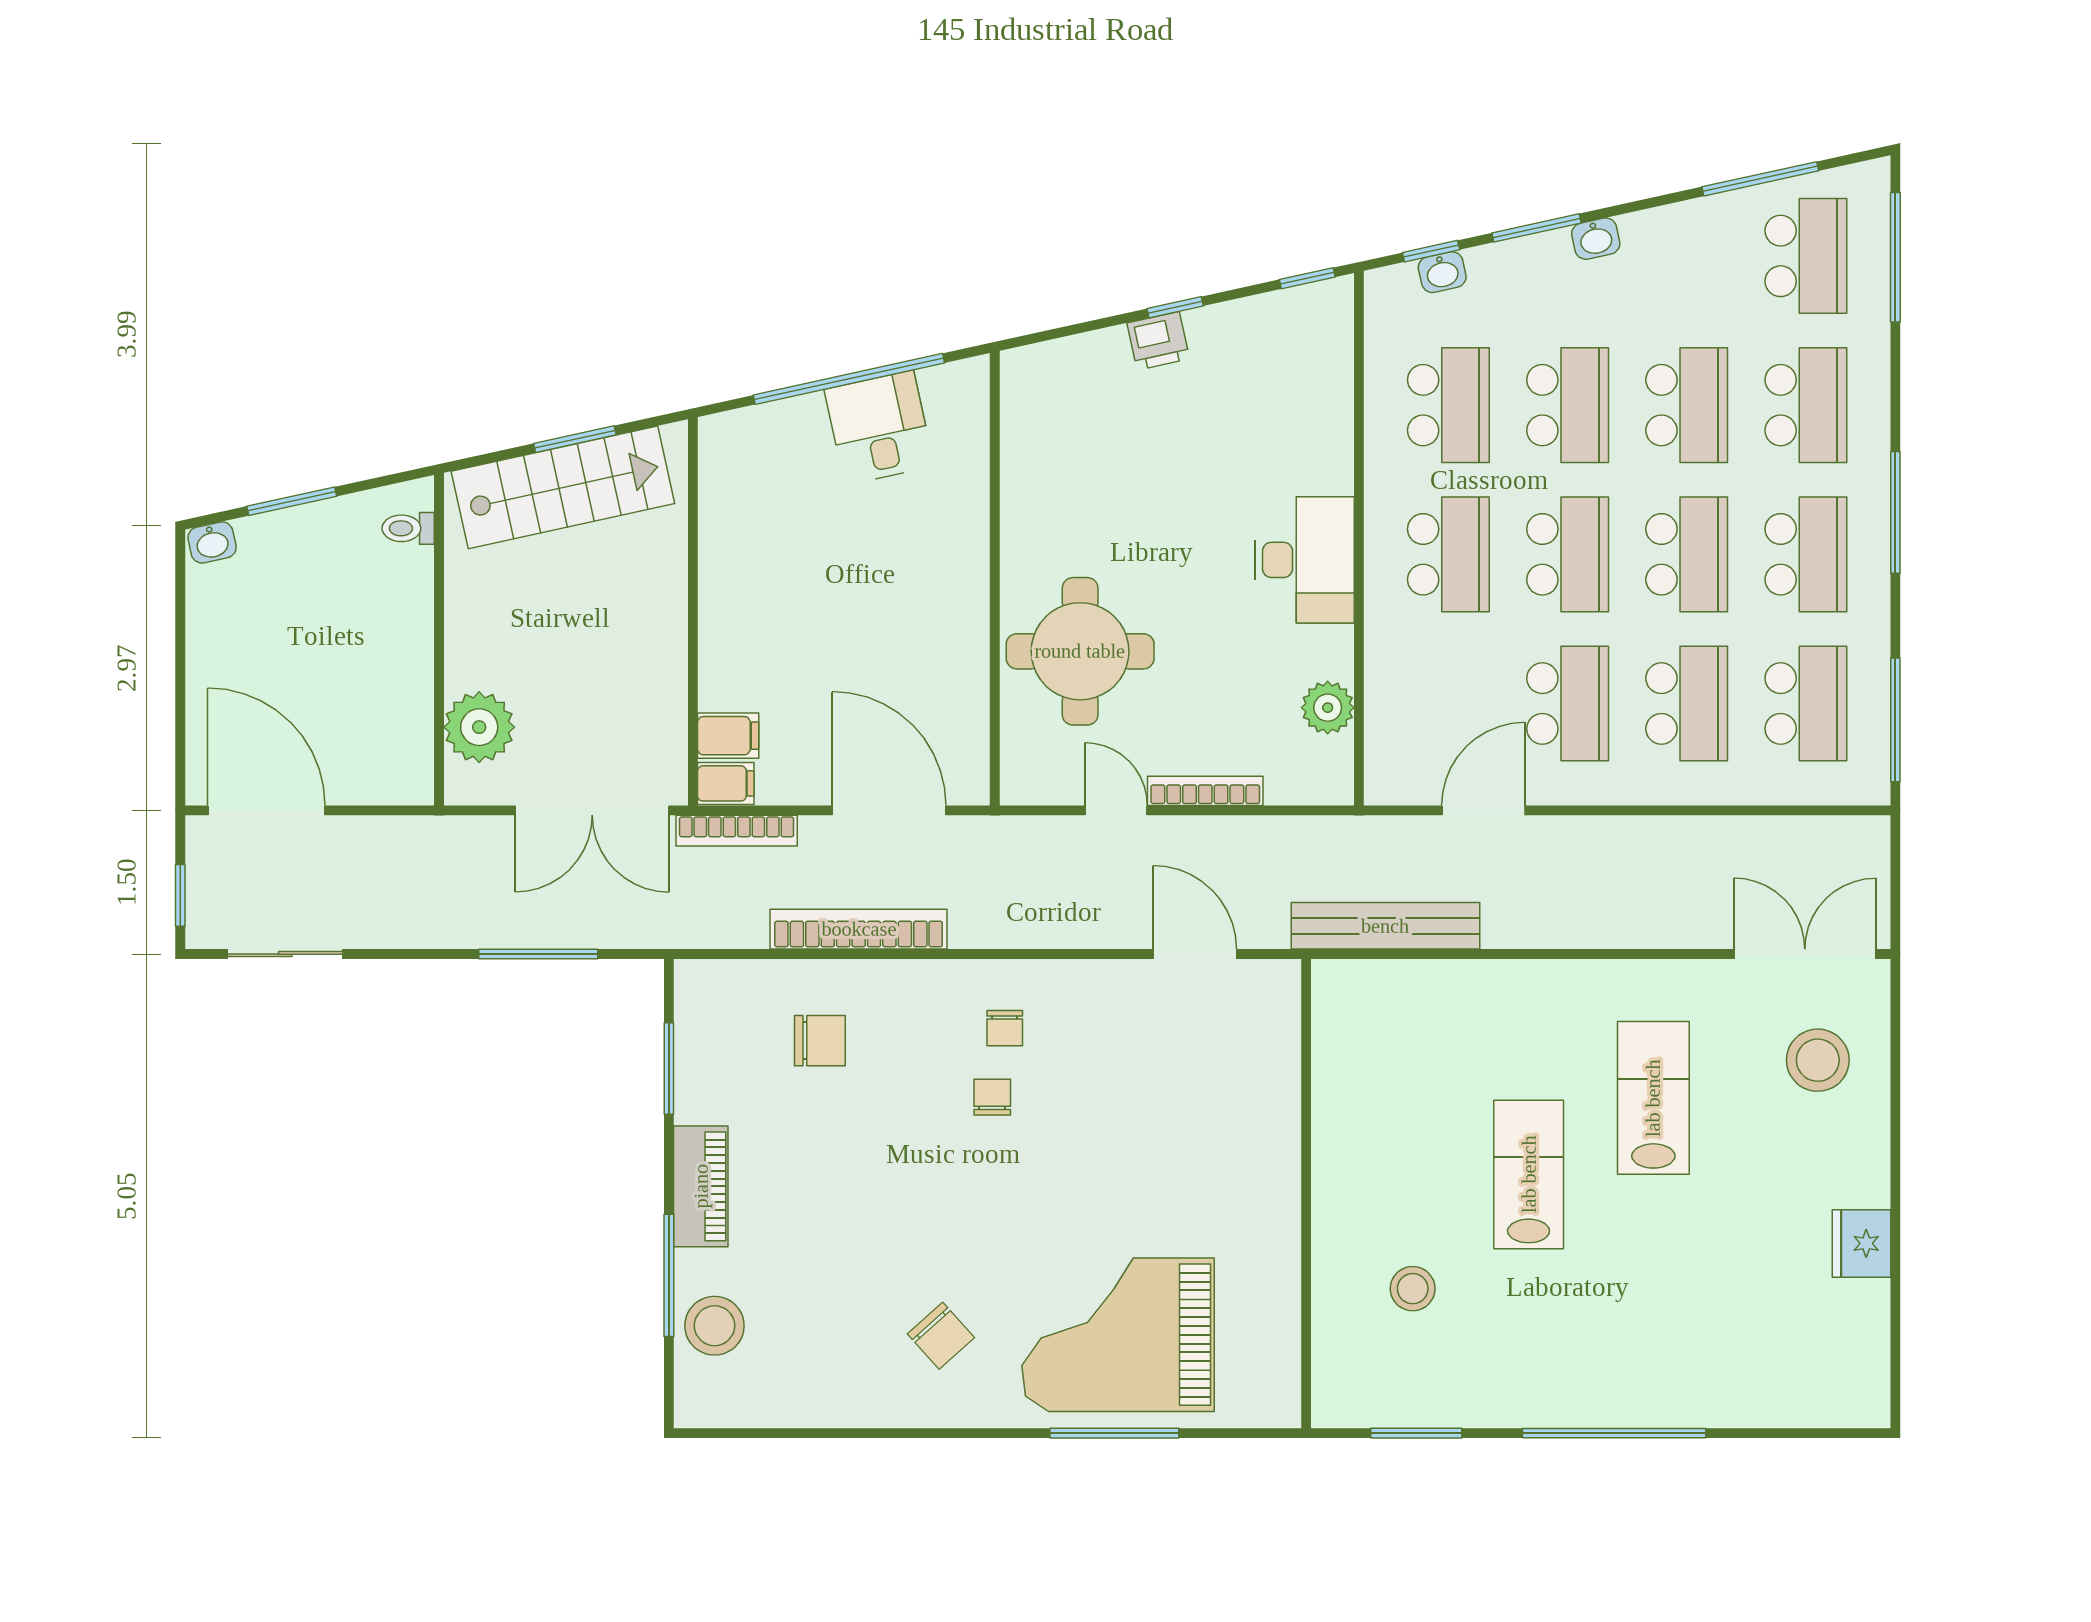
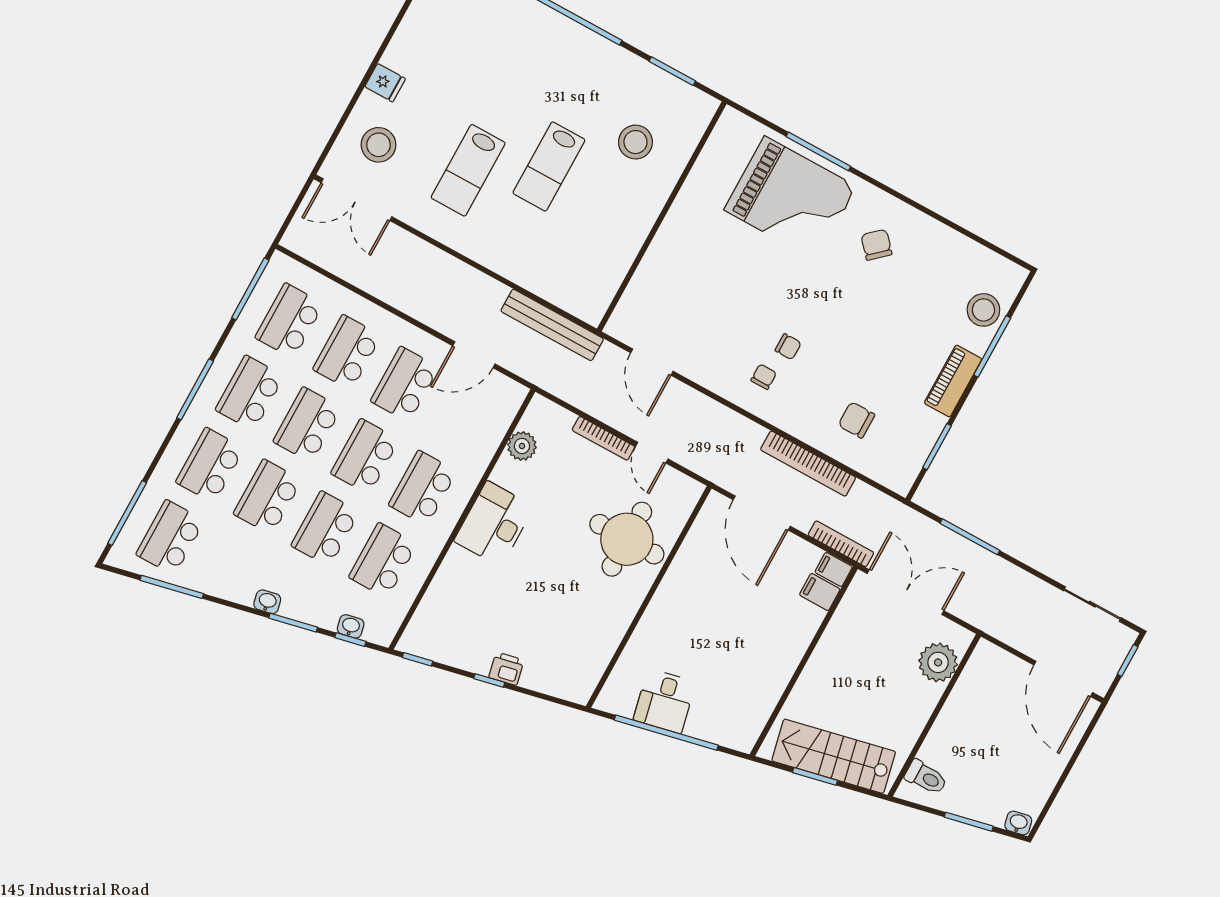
toilet: (408, 528) -> (926, 777), width x1.37, depth x1.39
chair: (992, 1097) -> (788, 347), turned -90
fridge: (1862, 1243) -> (385, 83), moved, width x0.72
stool: (1413, 1289) -> (635, 142), width x1.38, depth x1.38

